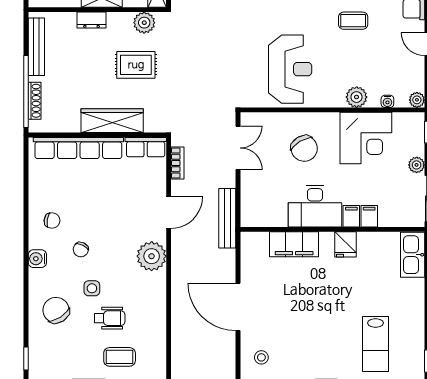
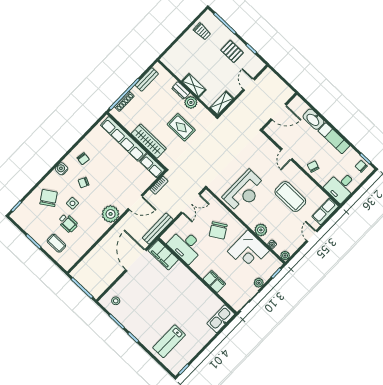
coffee table: (353, 21) -> (290, 197), width x1.86, depth x1.72
plant: (144, 23) -> (191, 102), moved
bench: (36, 47) -> (147, 79), width x0.73
desk: (315, 206) -> (186, 246), moved
filing cabinet: (294, 244) -> (163, 255), moved
fridge: (346, 244) -> (197, 287), removed
door: (238, 307) -> (136, 260), moved

